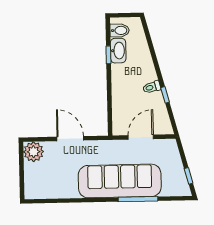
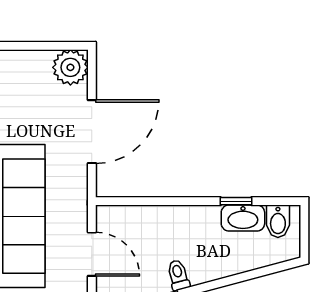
door: (70, 139) -> (92, 132), width x1.36

